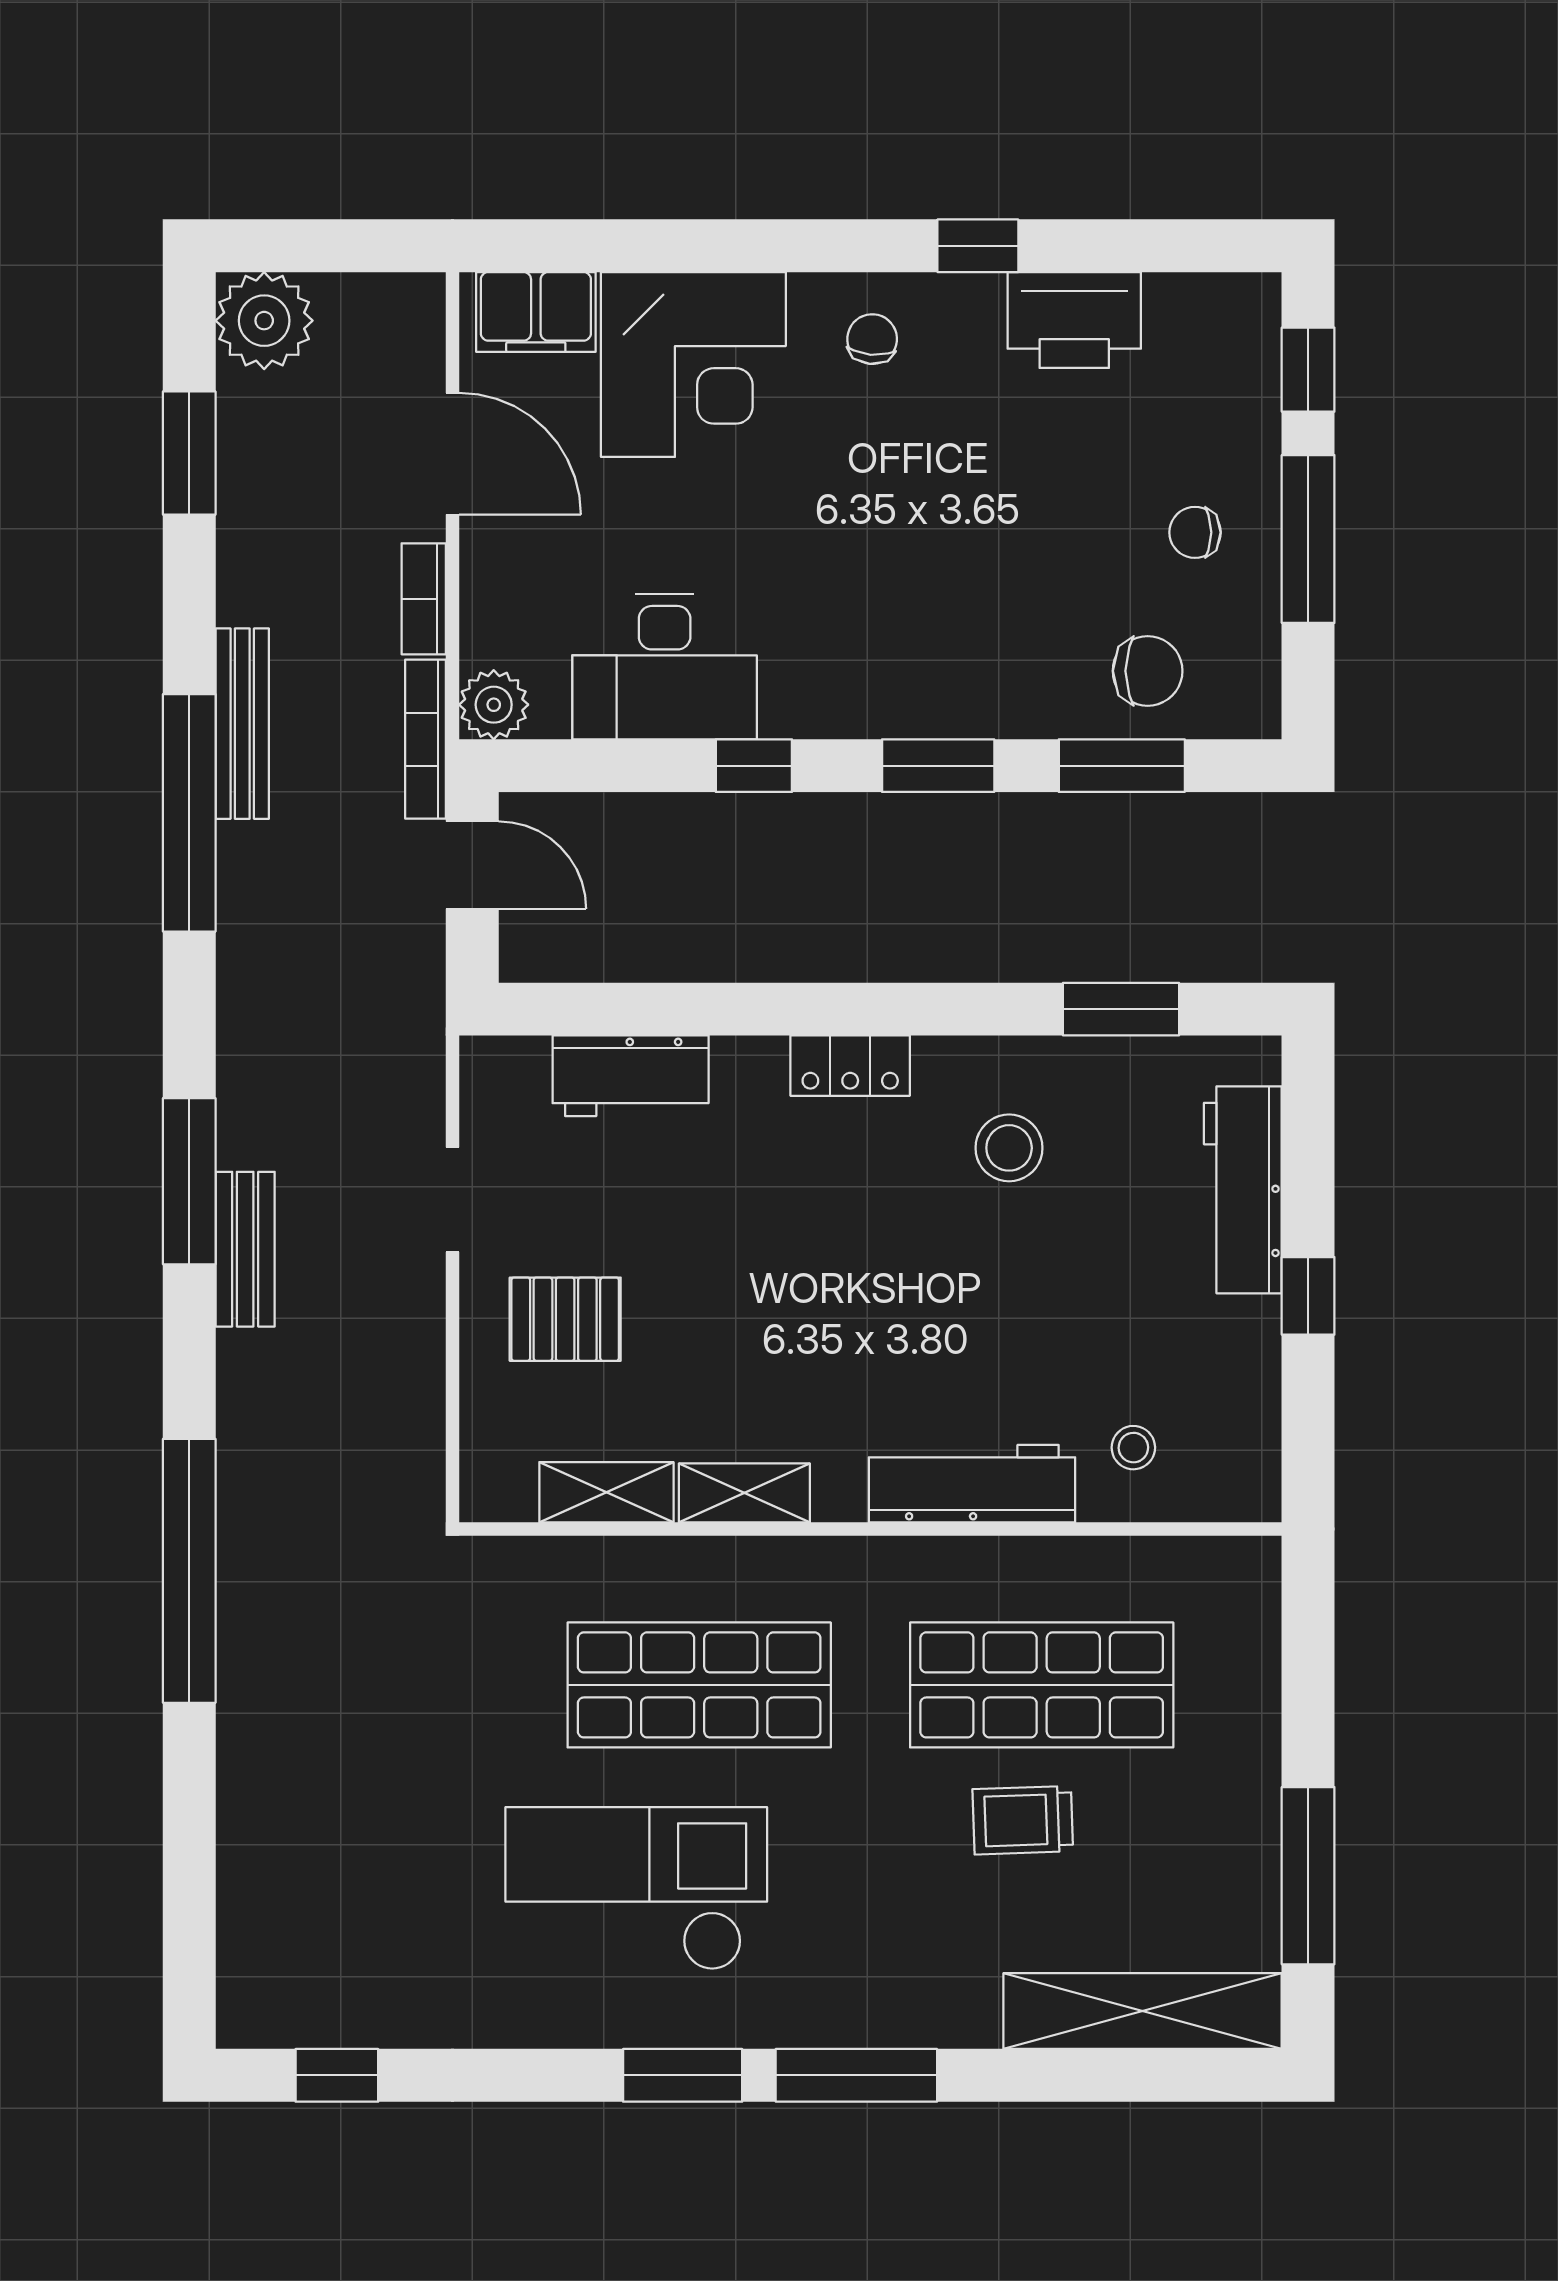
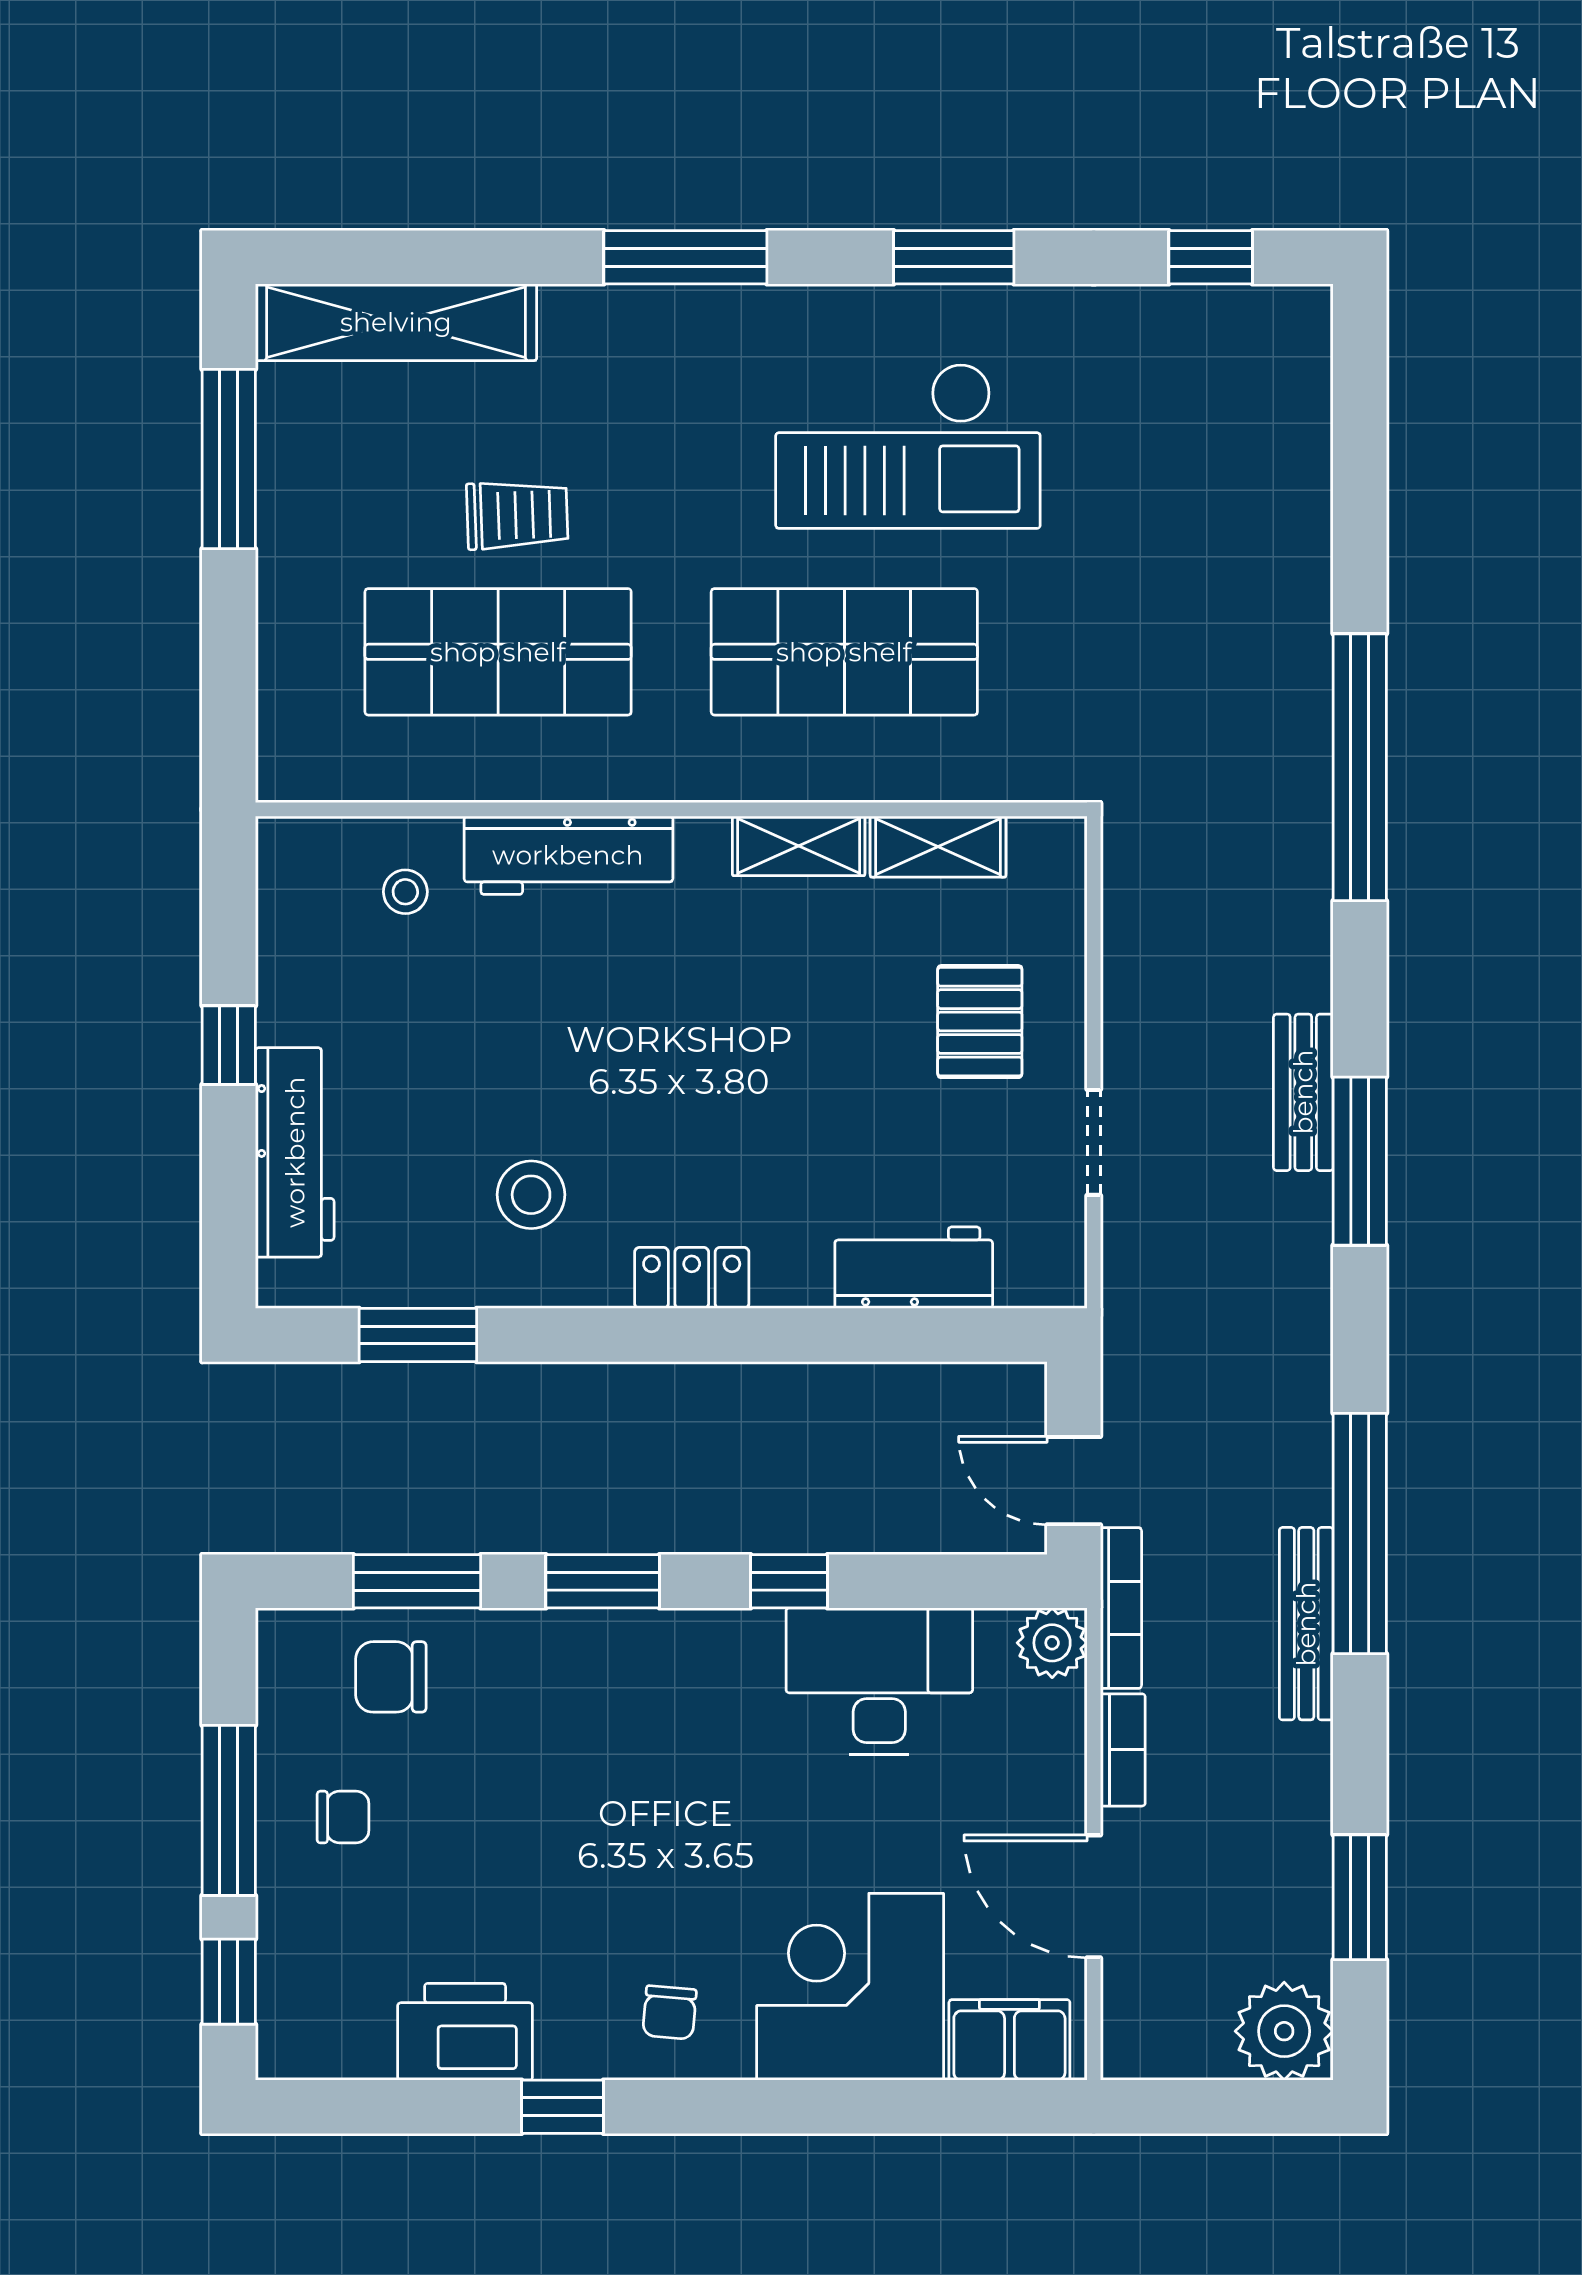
pallet: (565, 1319) -> (980, 1022), turned 90
window: (683, 2075) -> (954, 257), moved

